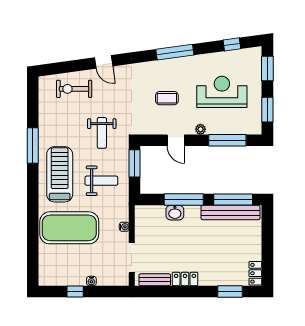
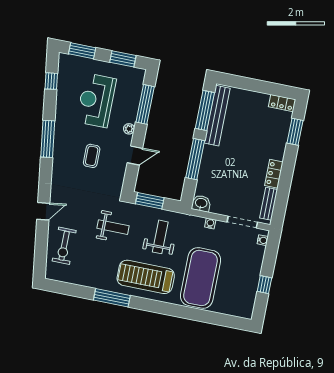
washbasin: (175, 213) -> (201, 203), moved, turned -90
water cooler: (91, 281) -> (263, 240), moved

